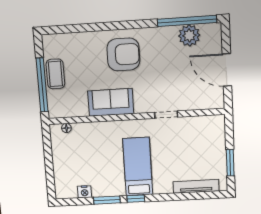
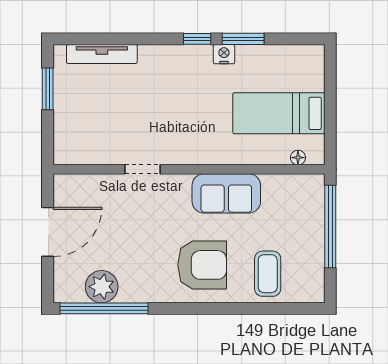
armchair: (123, 54) -> (202, 265), turned 180
door: (227, 70) -> (48, 232), hinge flipped
coffee table: (55, 74) -> (268, 274), moved
bed: (138, 167) -> (279, 113), moved, turned 90
nightstand: (85, 192) -> (224, 54), moved

